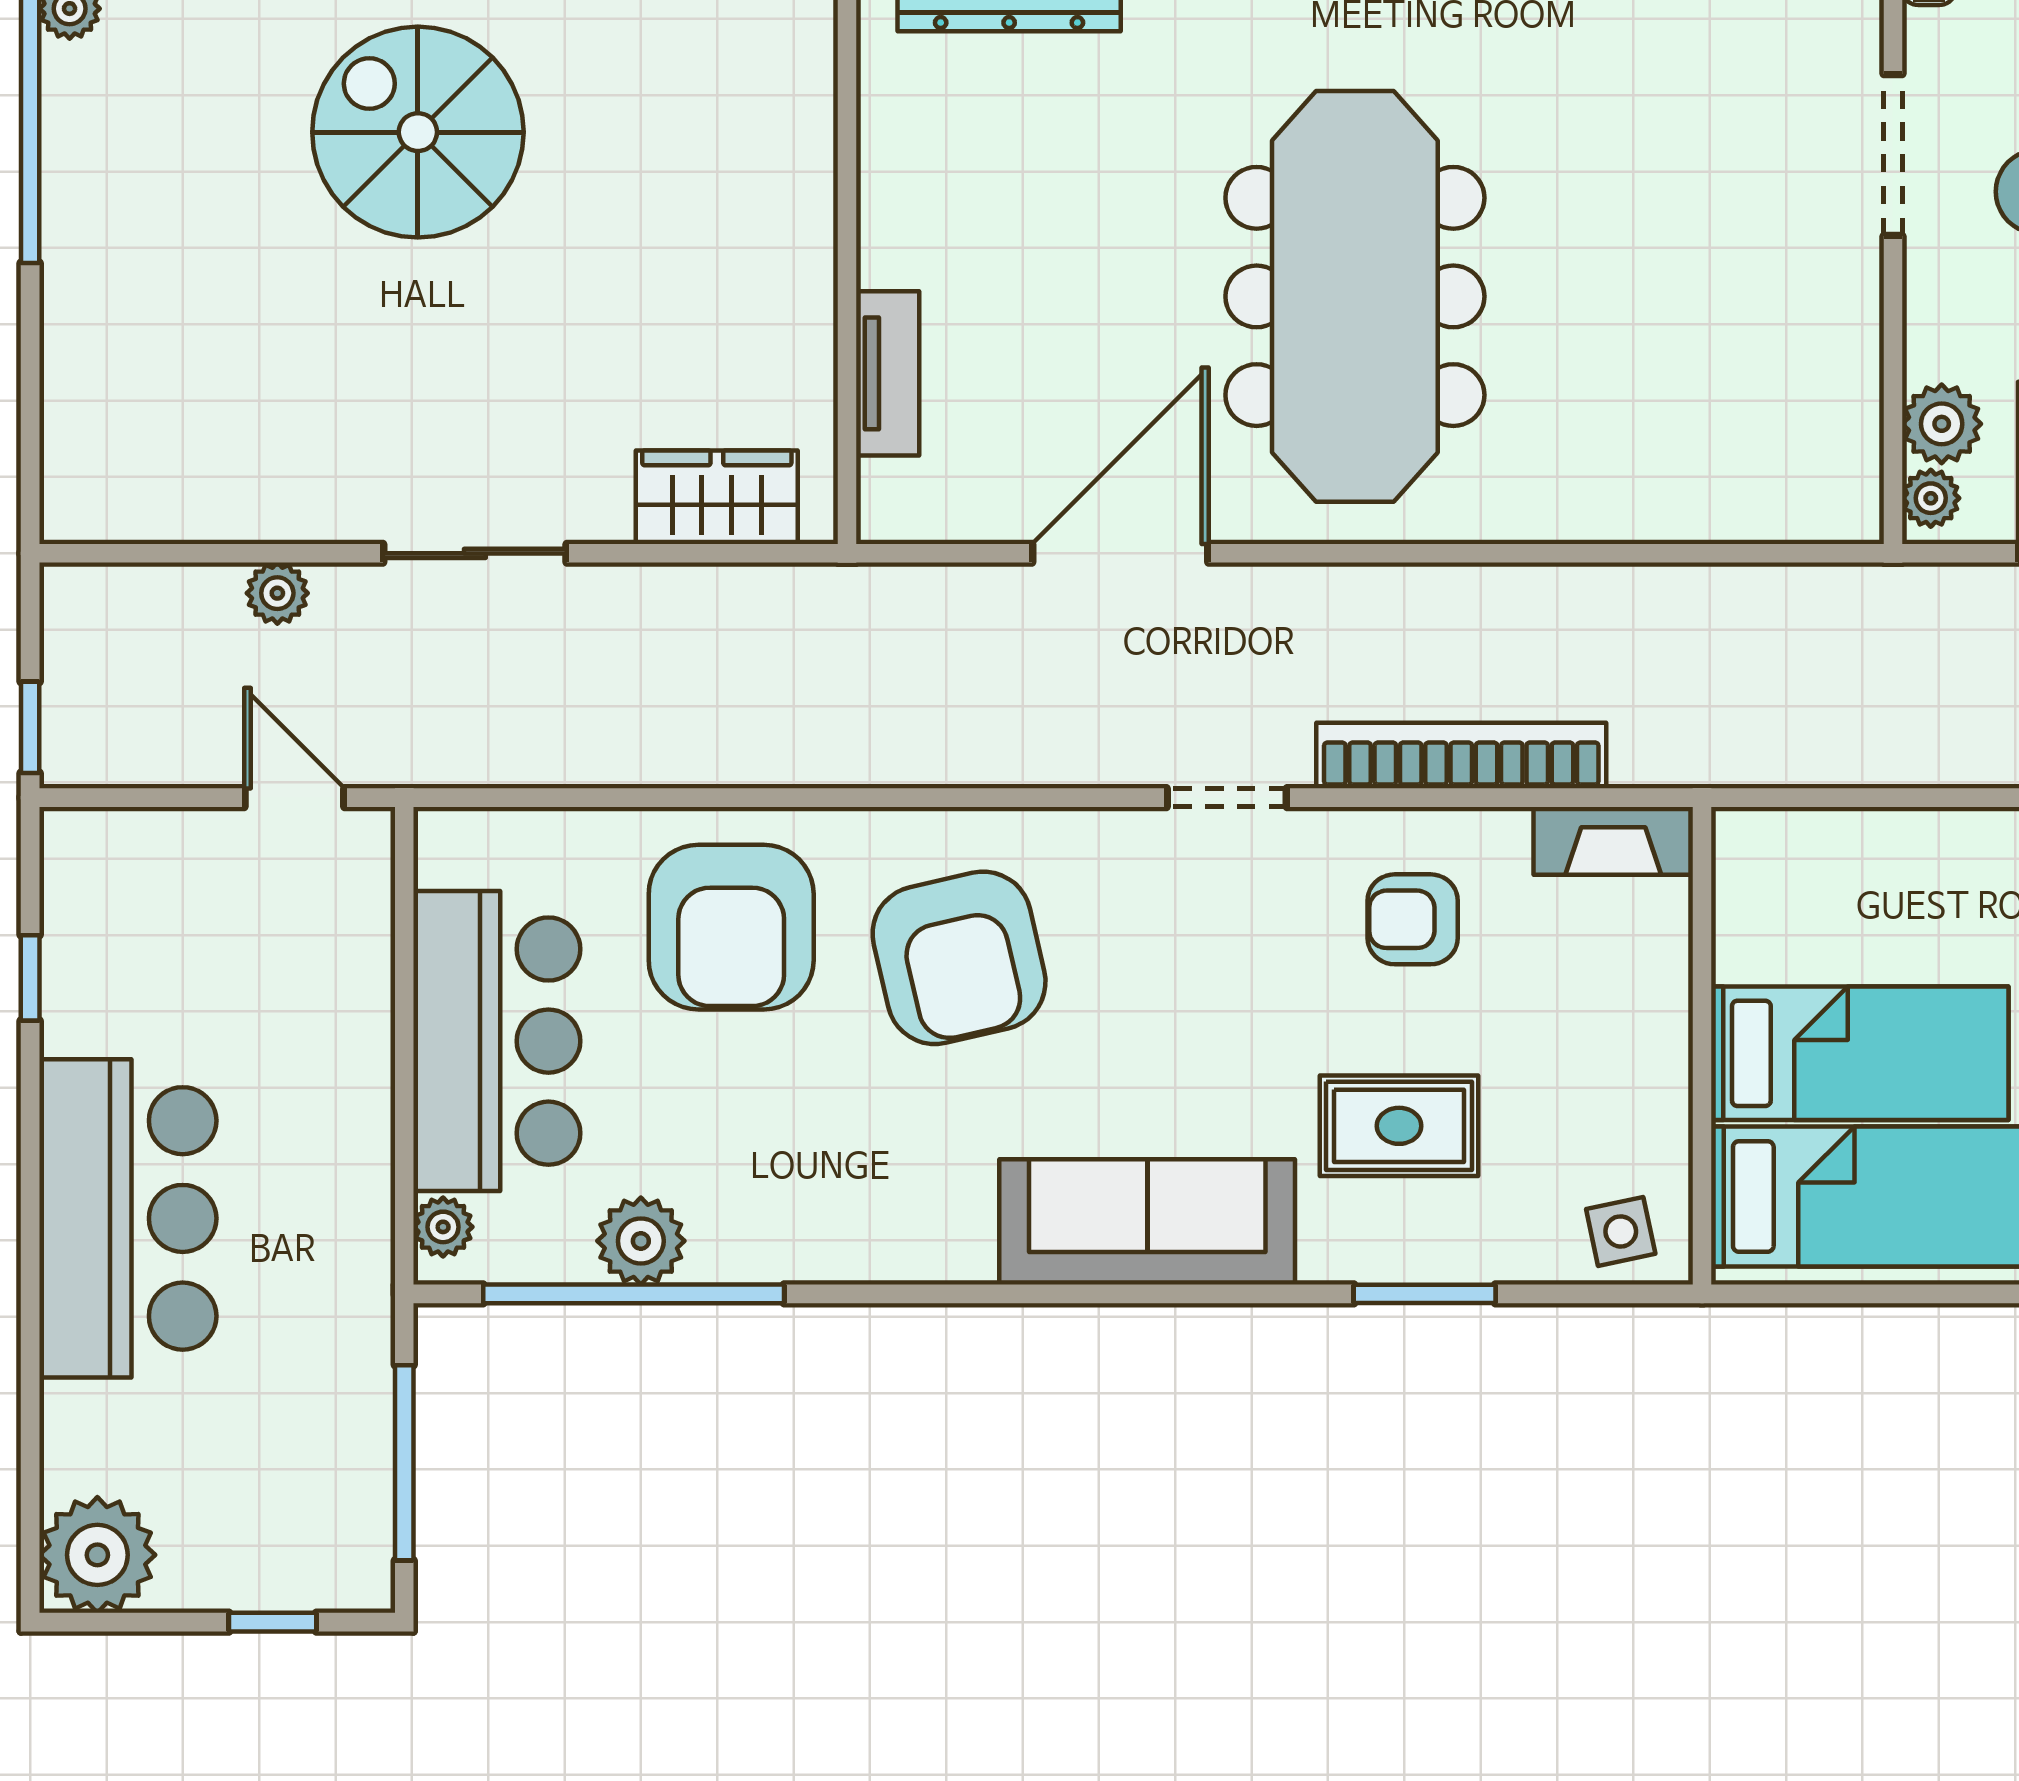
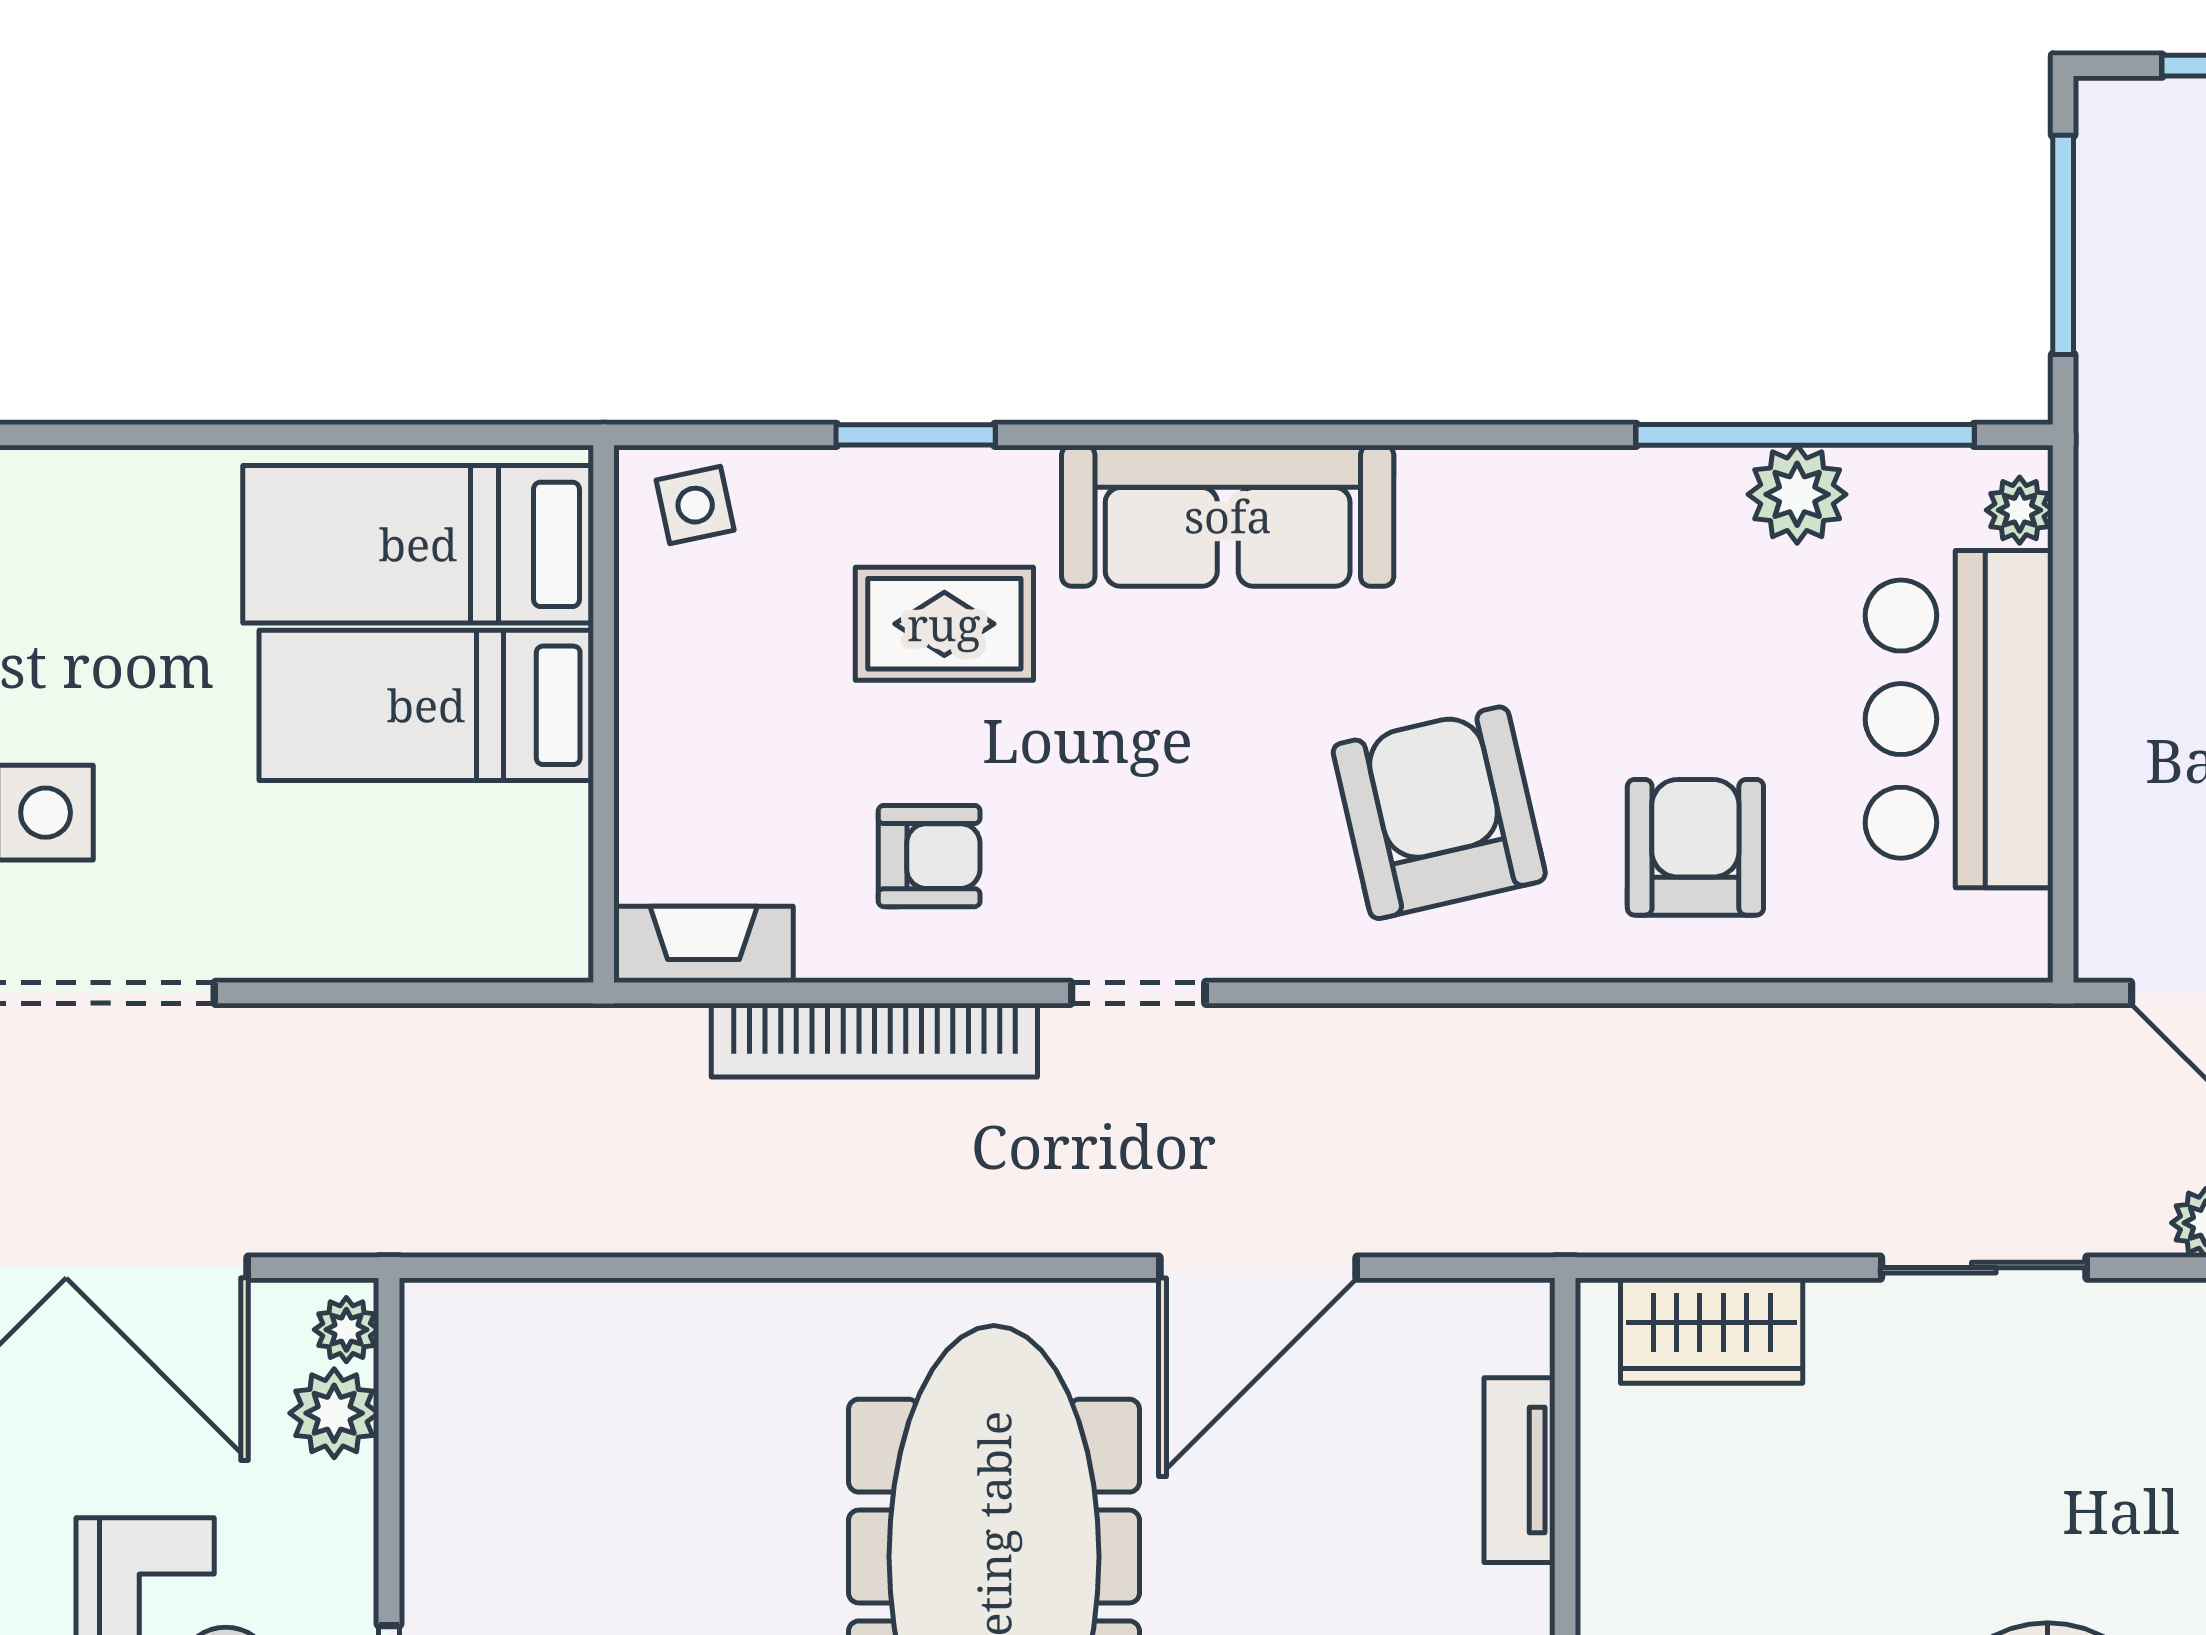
armchair: (731, 927) -> (1695, 847), width x0.73, depth x0.73

